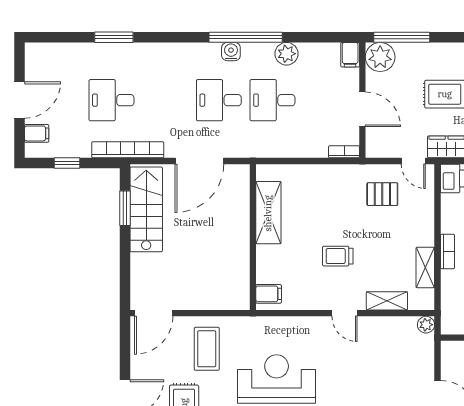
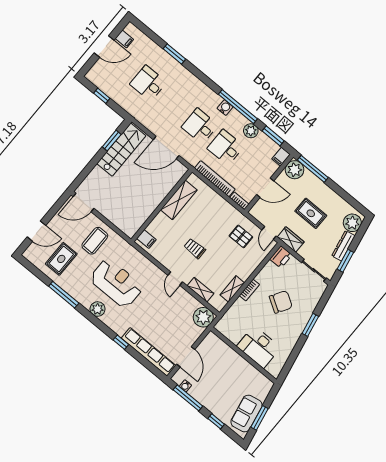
window: (319, 37) -> (273, 136), added
door: (362, 109) -> (265, 188), hinge flipped
filing cabinet: (37, 133) -> (124, 39), moved
bookcase: (128, 150) -> (215, 179), moved
plant: (426, 325) -> (203, 317), width x1.88, depth x1.88

